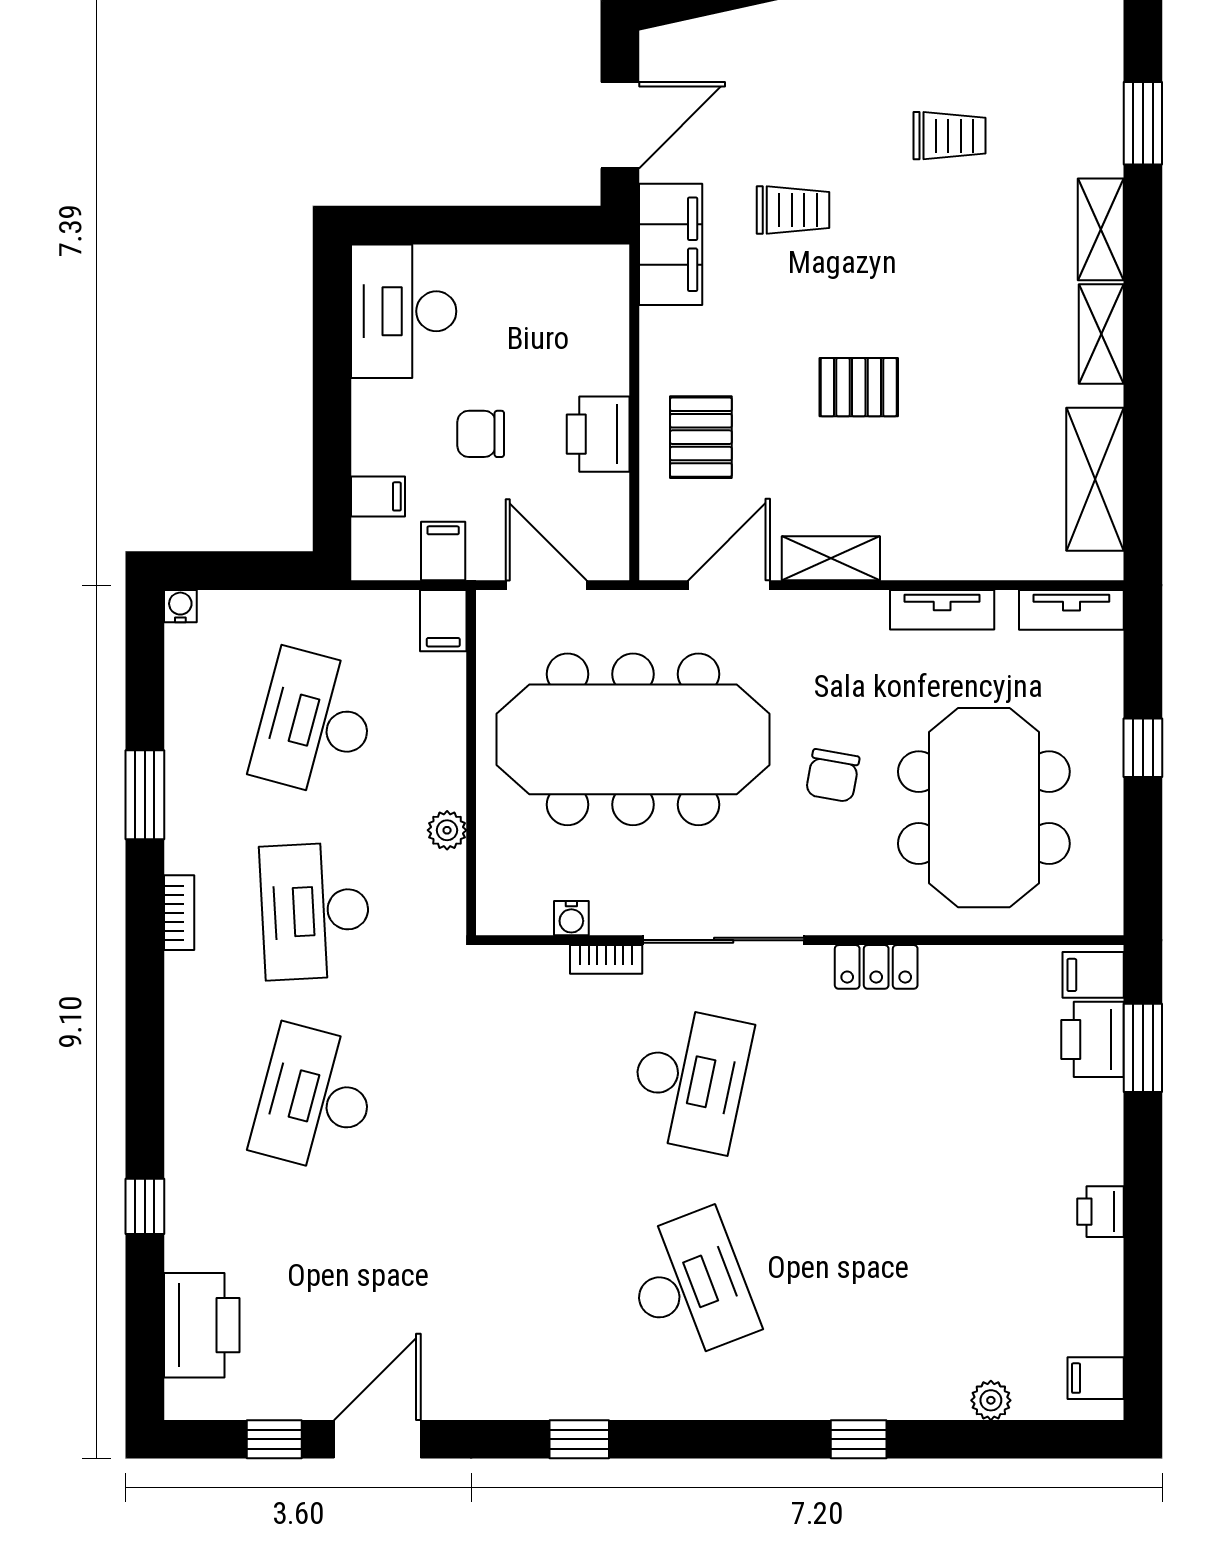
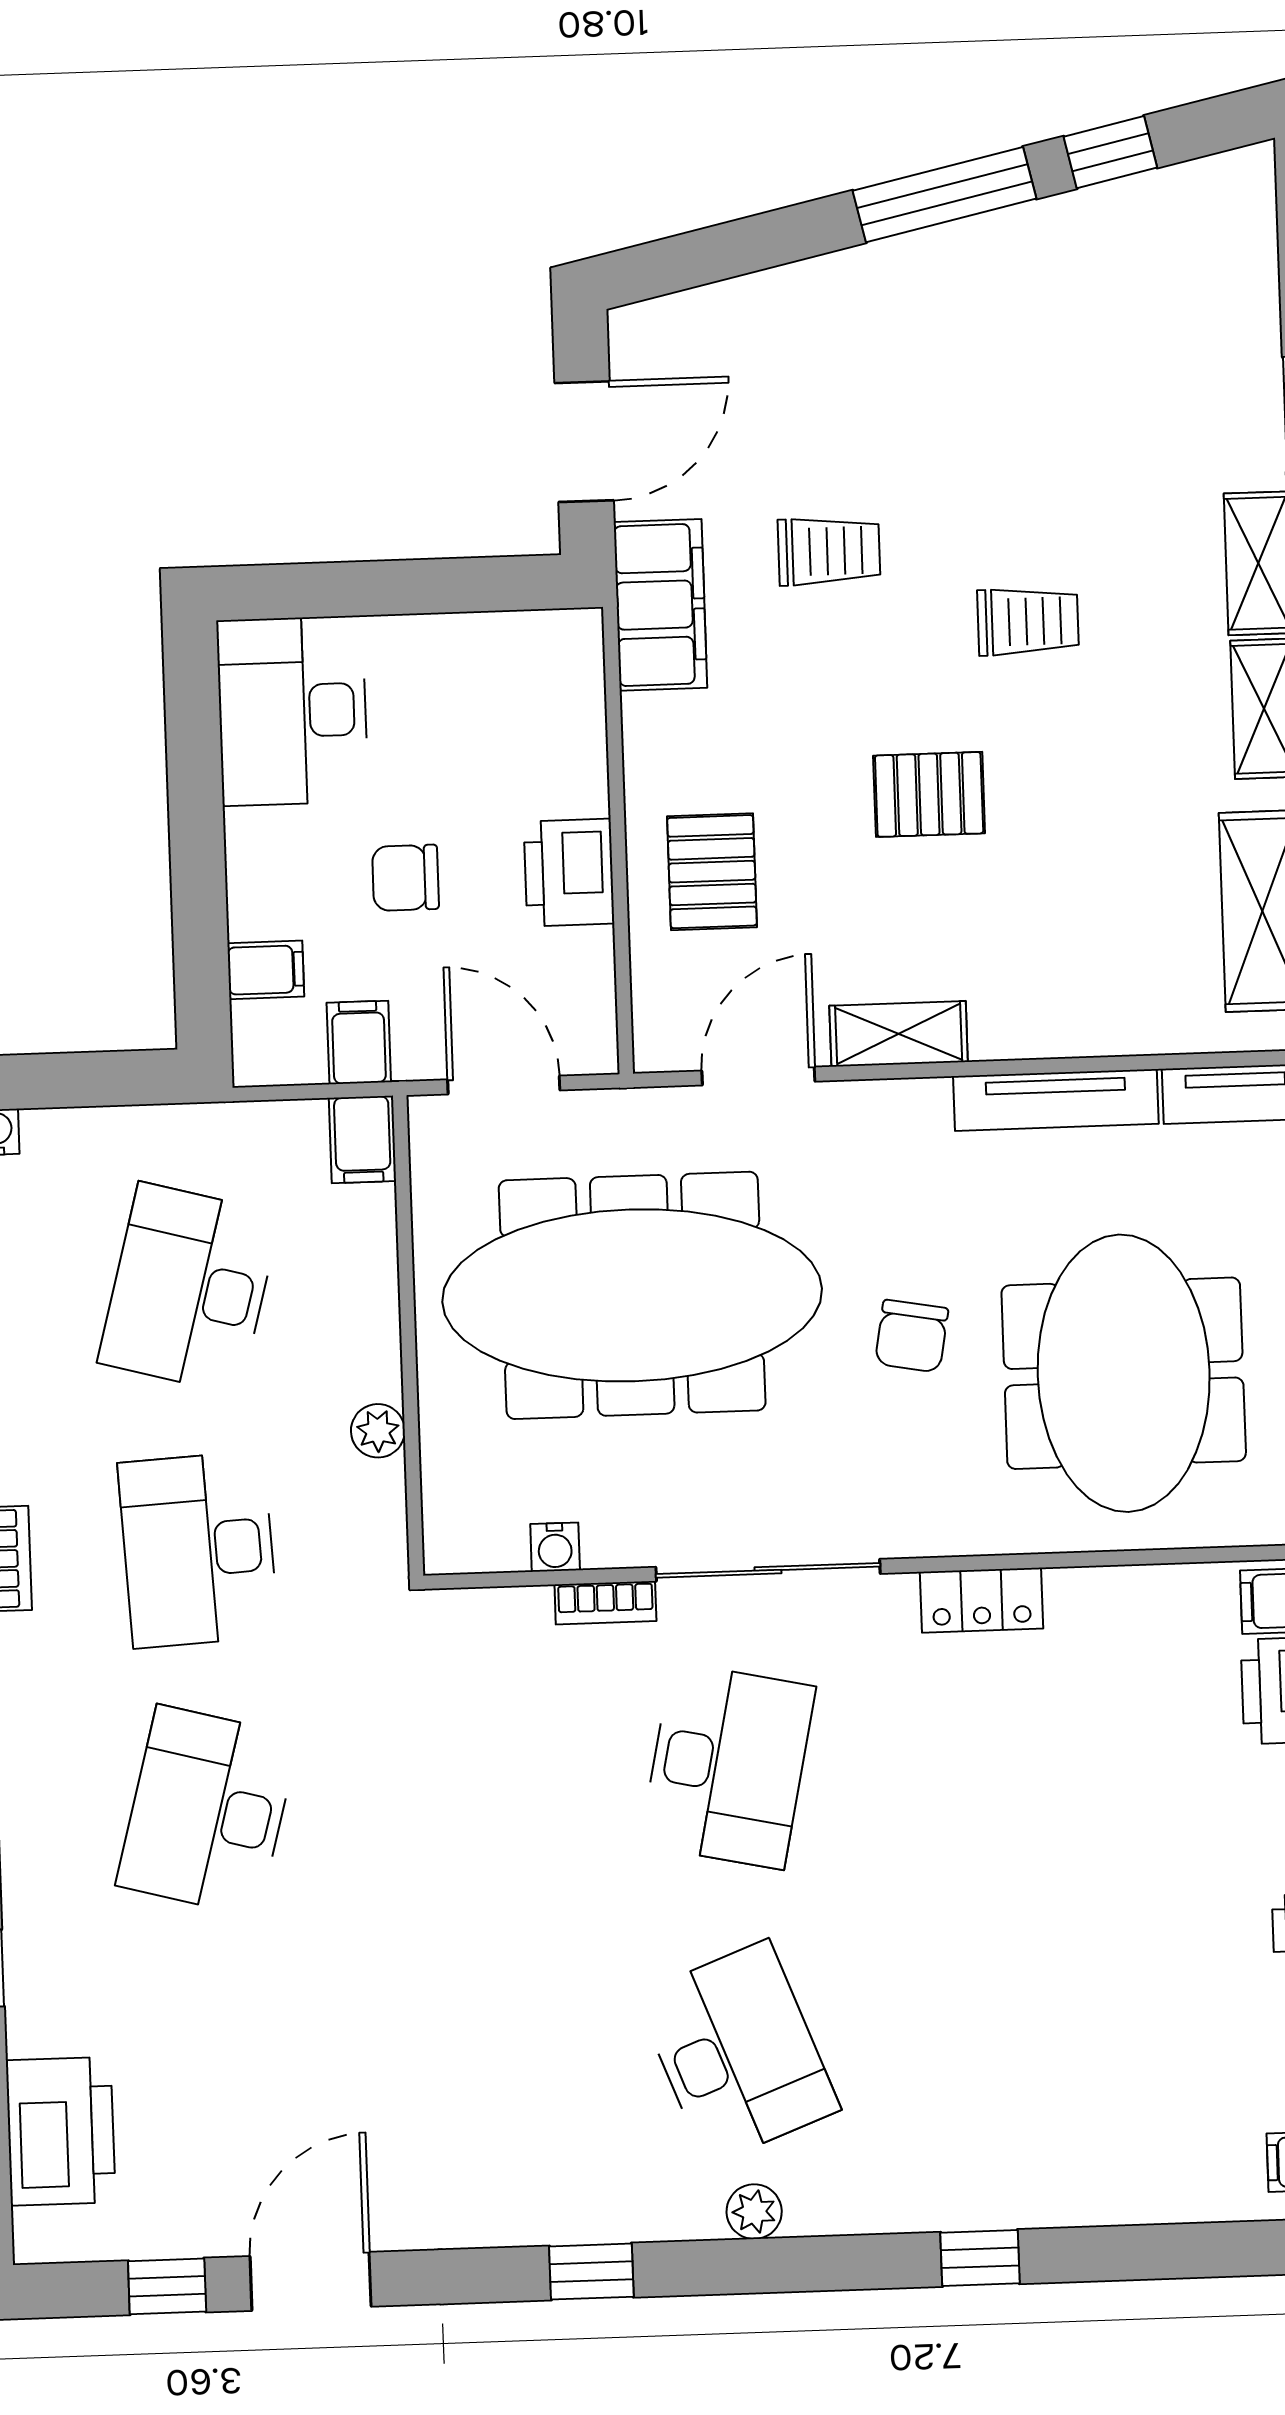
trolley: (950, 136) -> (1028, 621), moved
tv unit: (942, 610) -> (1056, 1100), width x1.41
plant: (991, 1400) -> (754, 2212), moved

